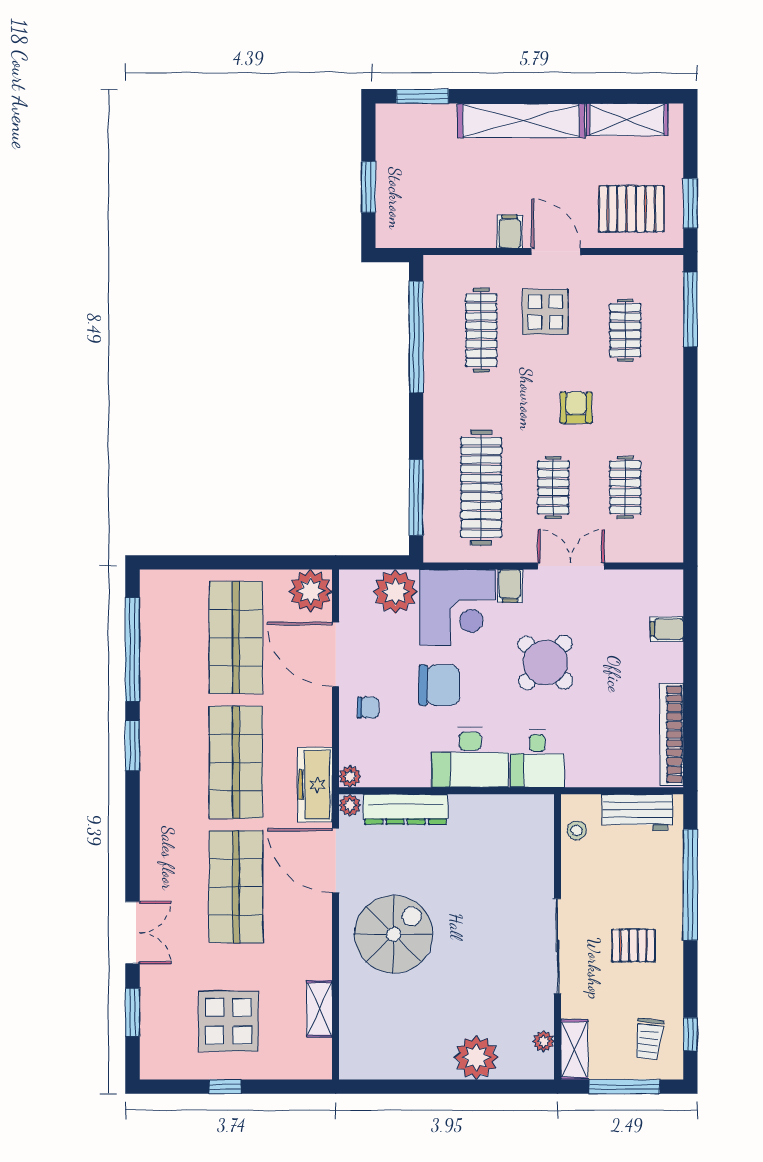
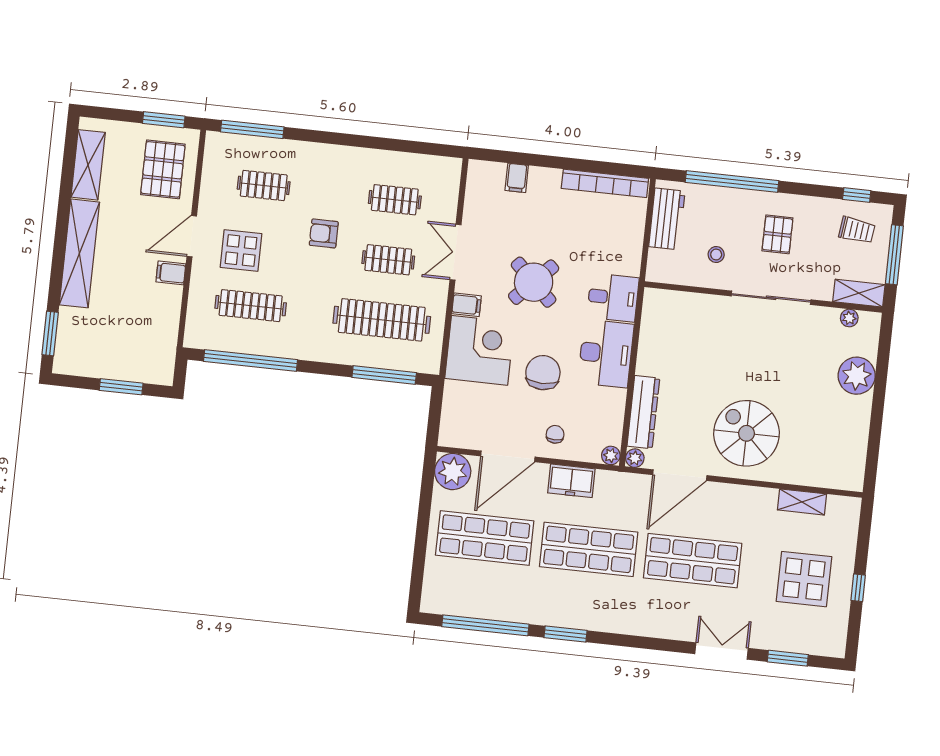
plant: (395, 592) -> (461, 401), removed
freezer: (315, 785) -> (571, 481), moved, width x0.71
stool: (577, 830) -> (716, 255), moved

